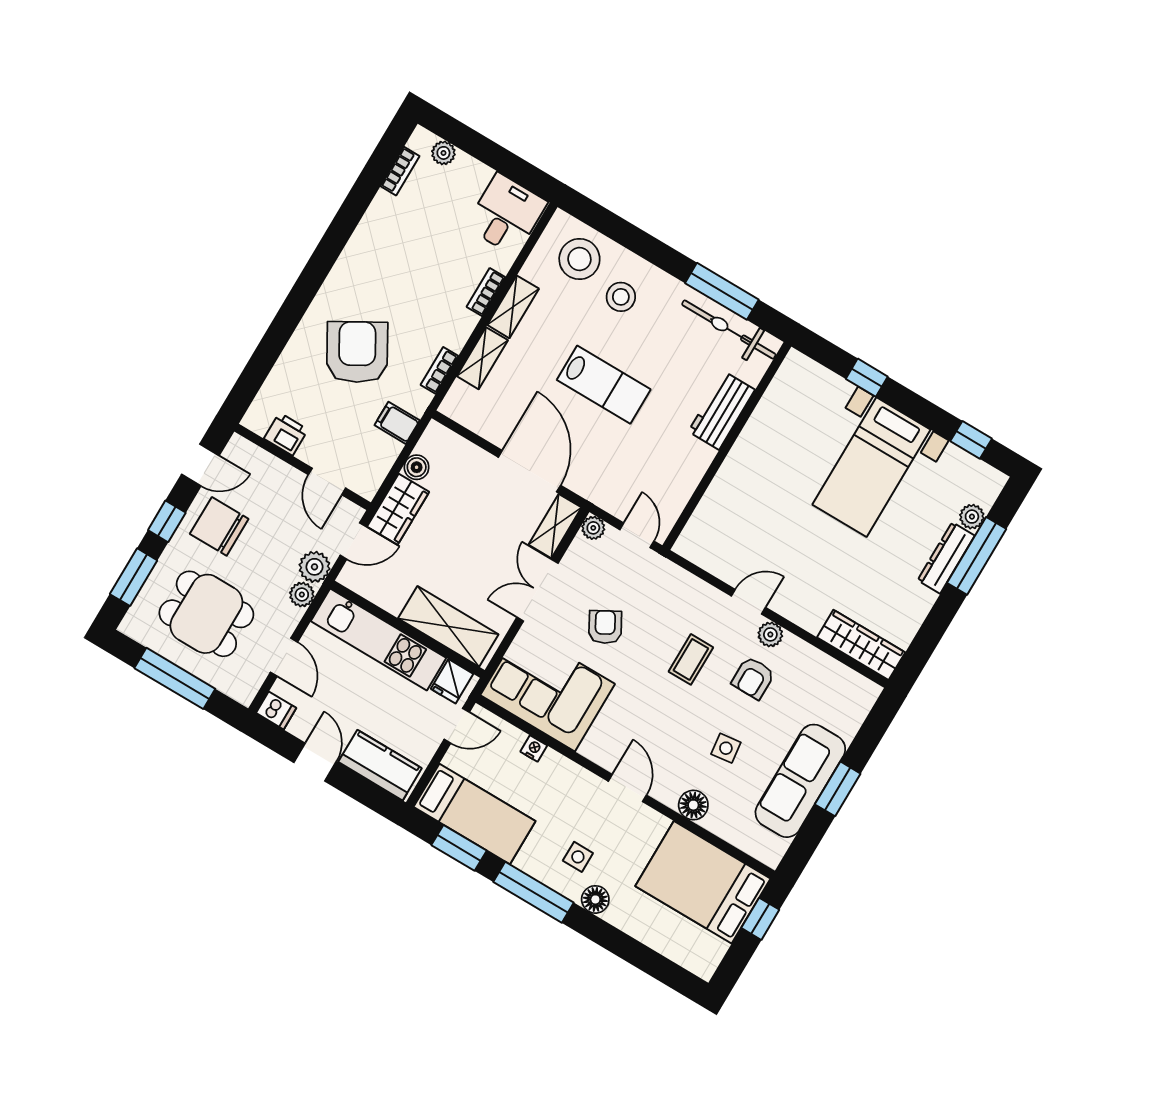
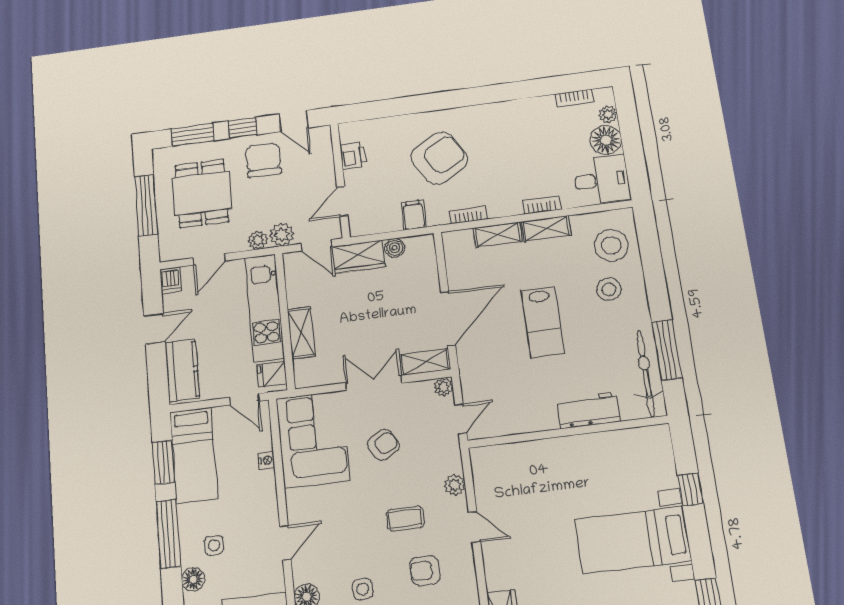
floor lamp: (468, 177) -> (606, 140), added
shelving: (448, 626) -> (301, 333), width x0.67, depth x0.75
plant: (770, 634) -> (455, 485), moved

